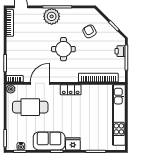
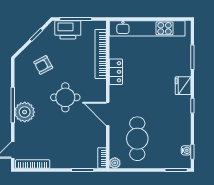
printer: (120, 51) -> (68, 30), width x1.87, depth x1.48
door: (40, 83) -> (108, 114), moved
locker: (71, 90) -> (116, 72), moved
sofa: (49, 141) -> (179, 115), removed

